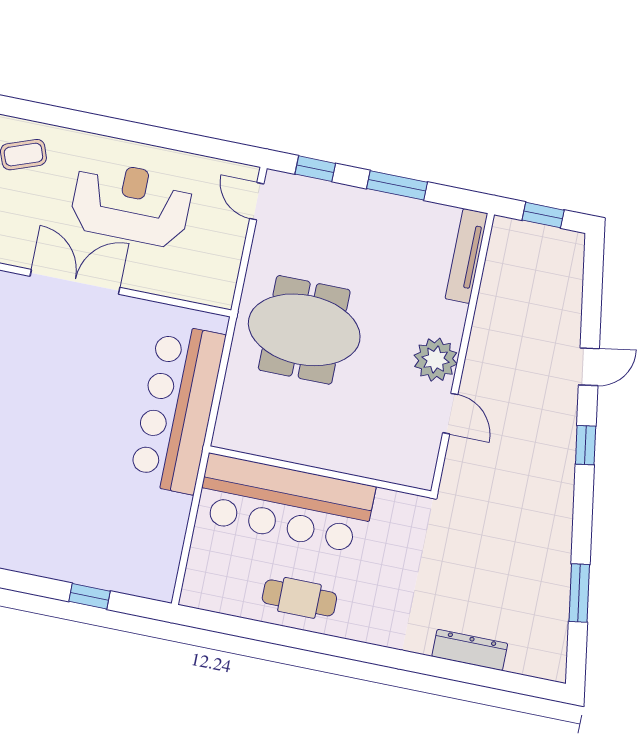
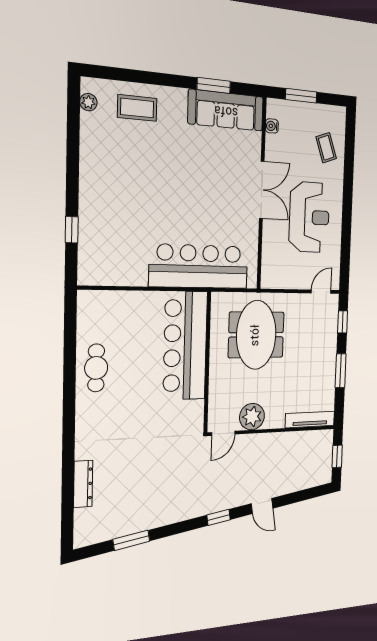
wall: (320, 472) -> (207, 362), moved
bar counter: (286, 503) -> (185, 346), moved

